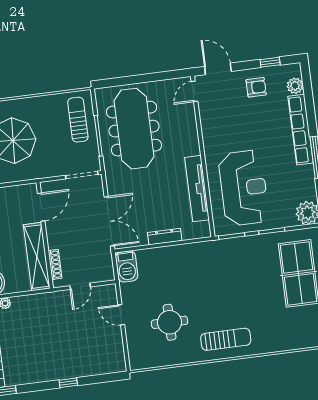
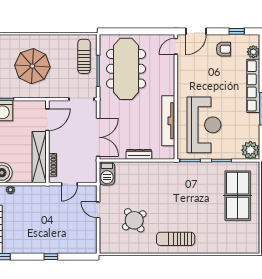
door: (218, 69) -> (196, 31), swing flipped
round table: (170, 322) -> (134, 220), turned -37
sun lounger: (226, 339) -> (176, 239), turned 180

